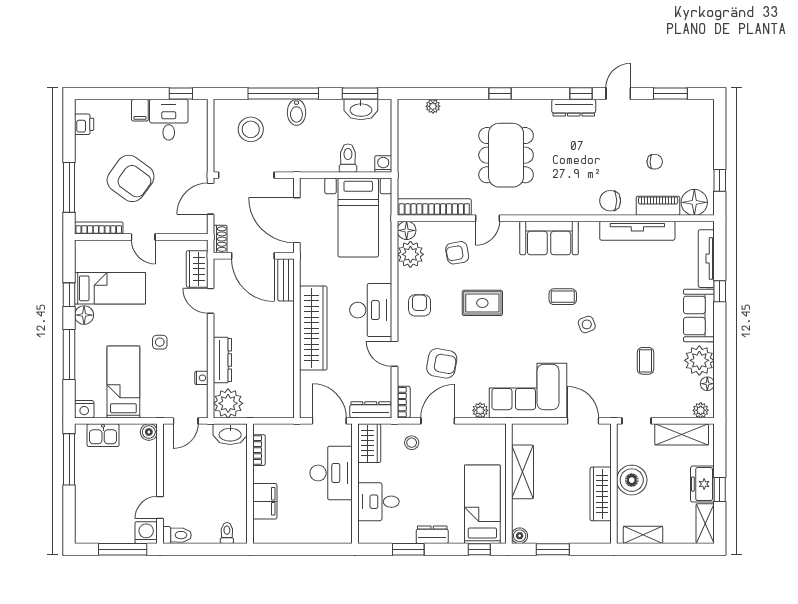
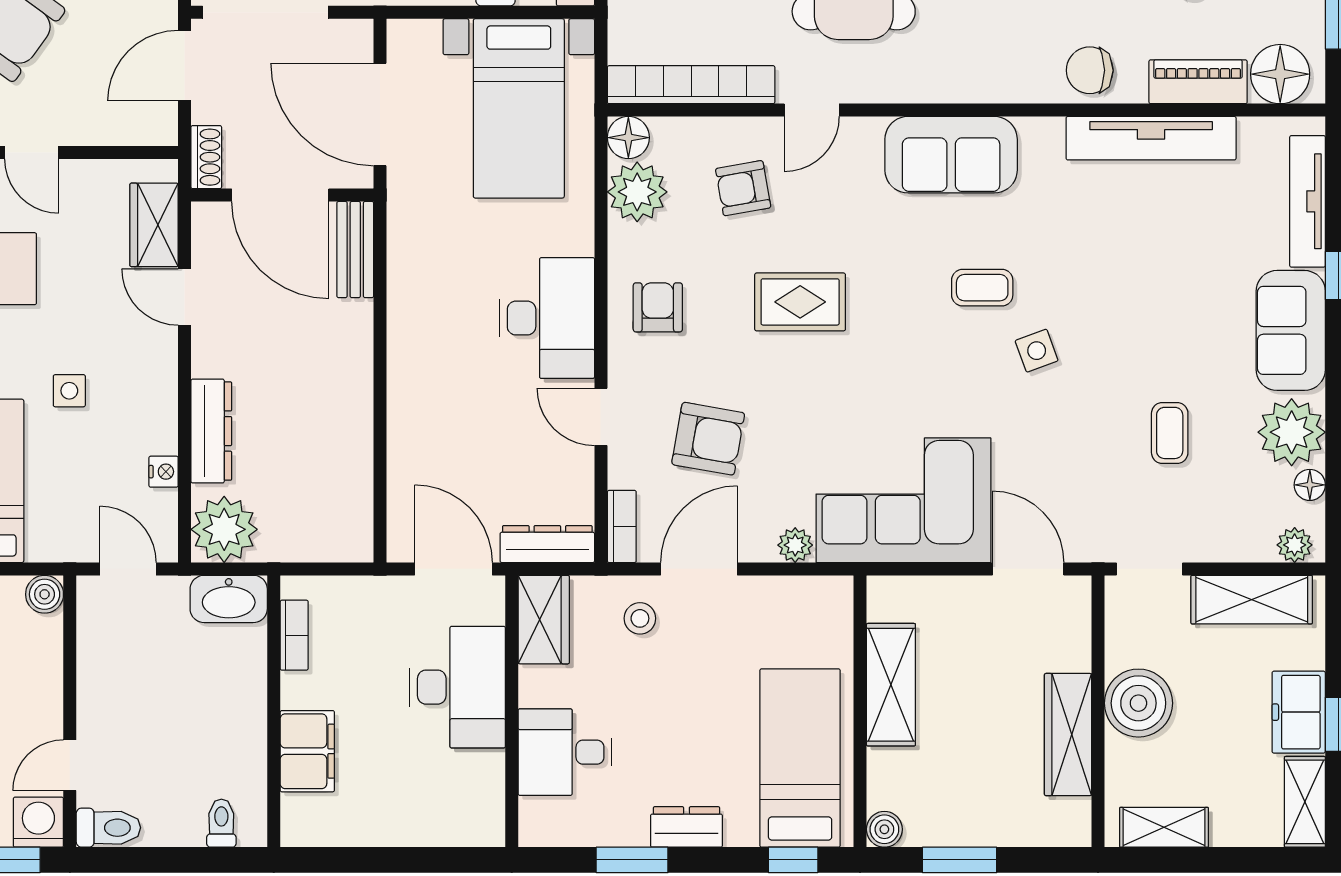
wardrobe: (313, 328) -> (417, 359), removed
door: (186, 421) -> (128, 569), swing flipped

